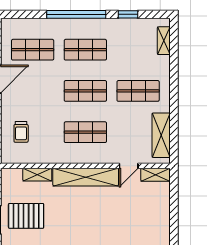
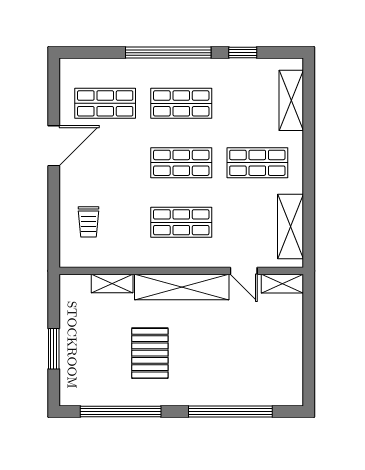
shelving: (164, 41) -> (291, 100), width x1.50, depth x1.33
door: (129, 166) -> (244, 271), hinge flipped
pallet: (26, 216) -> (150, 353), moved, turned 90

